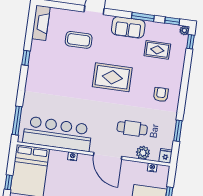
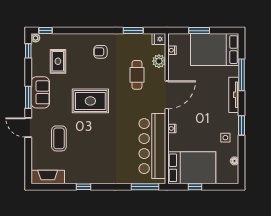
window: (143, 17) -> (28, 97), moved
rug: (112, 77) -> (90, 101), turned 90
window: (8, 182) -> (195, 187), moved

